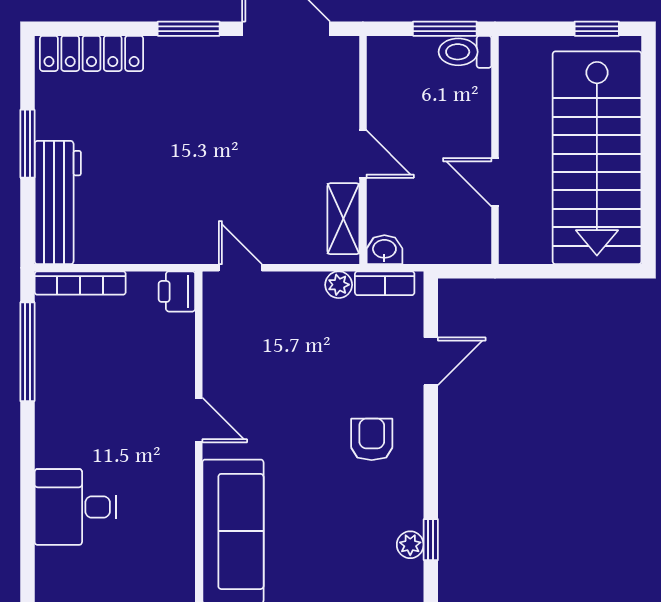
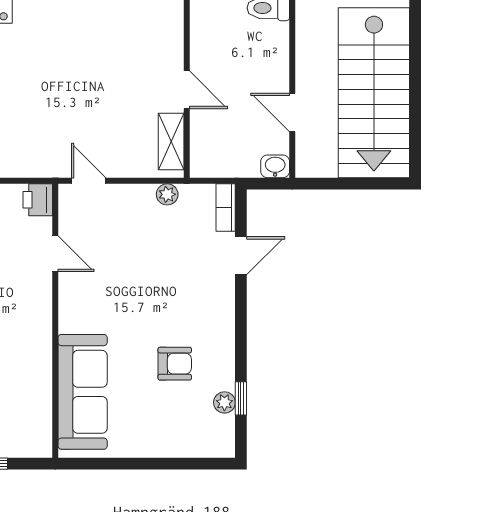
washbasin: (384, 250) -> (275, 166), moved
bookcase: (385, 283) -> (226, 207), moved, turned 90
door: (199, 420) -> (55, 254), moved
armchair: (372, 439) -> (175, 364), moved, turned 90

